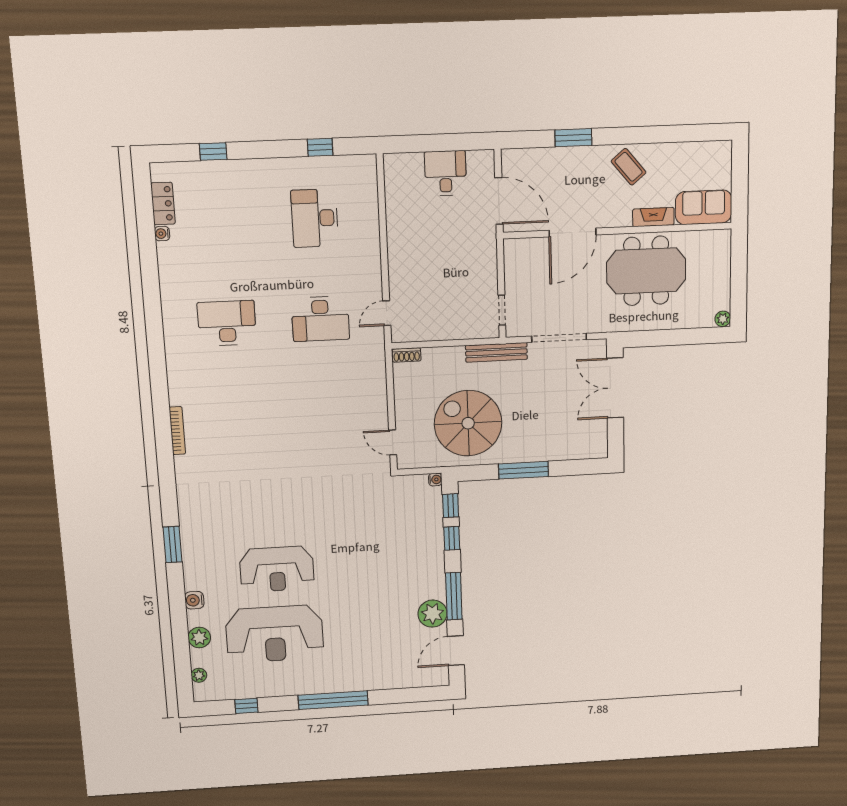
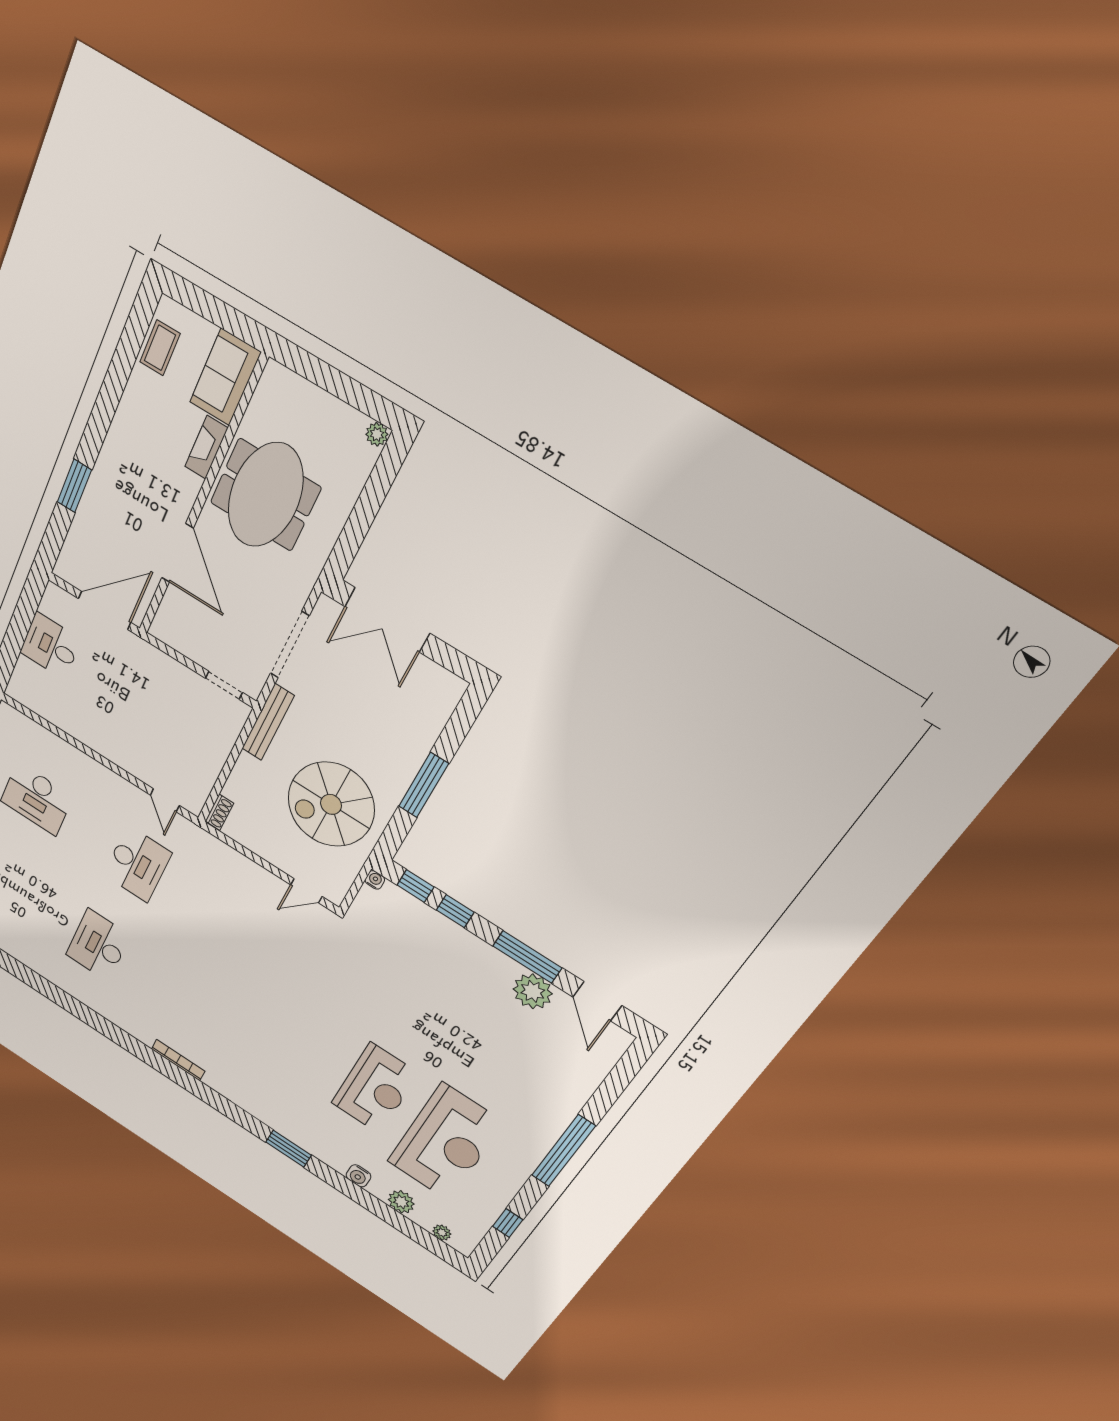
coffee table: (629, 167) -> (160, 348), moved, turned -50

